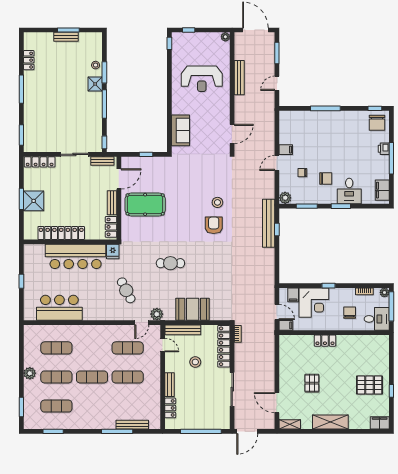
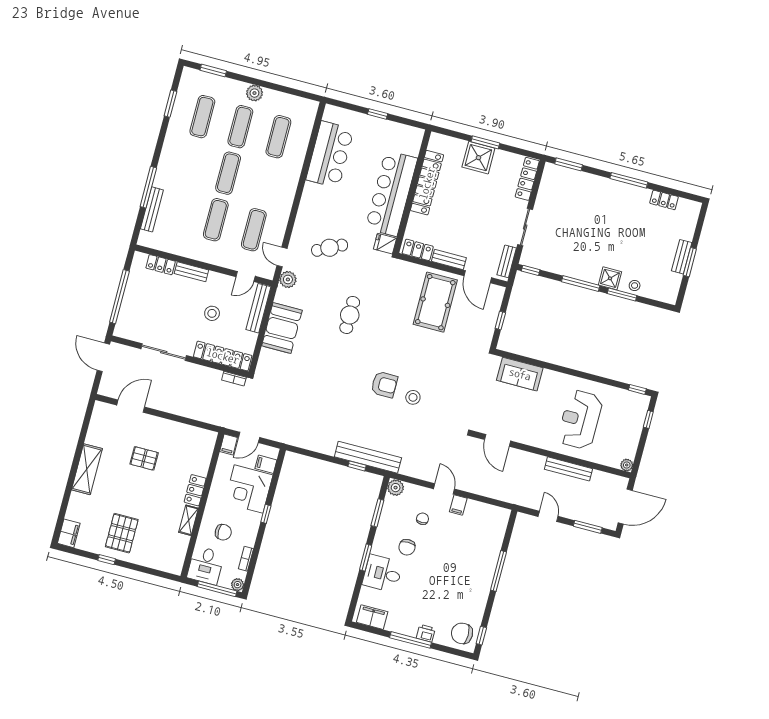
shelving: (290, 424) -> (189, 520), moved

